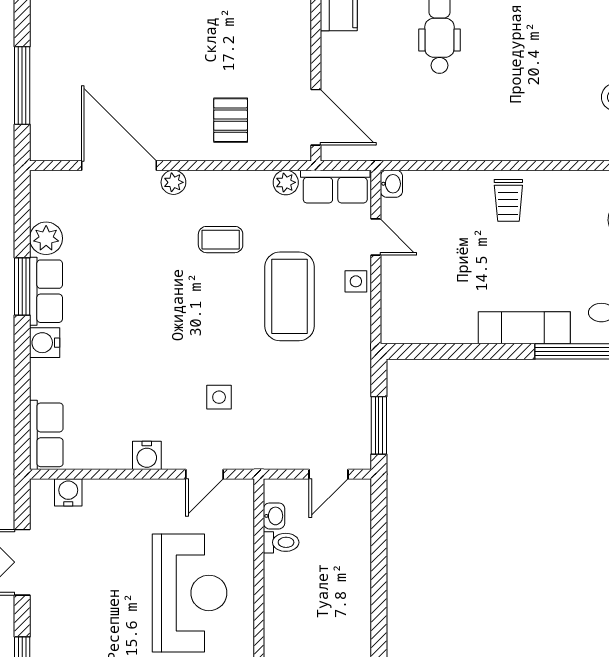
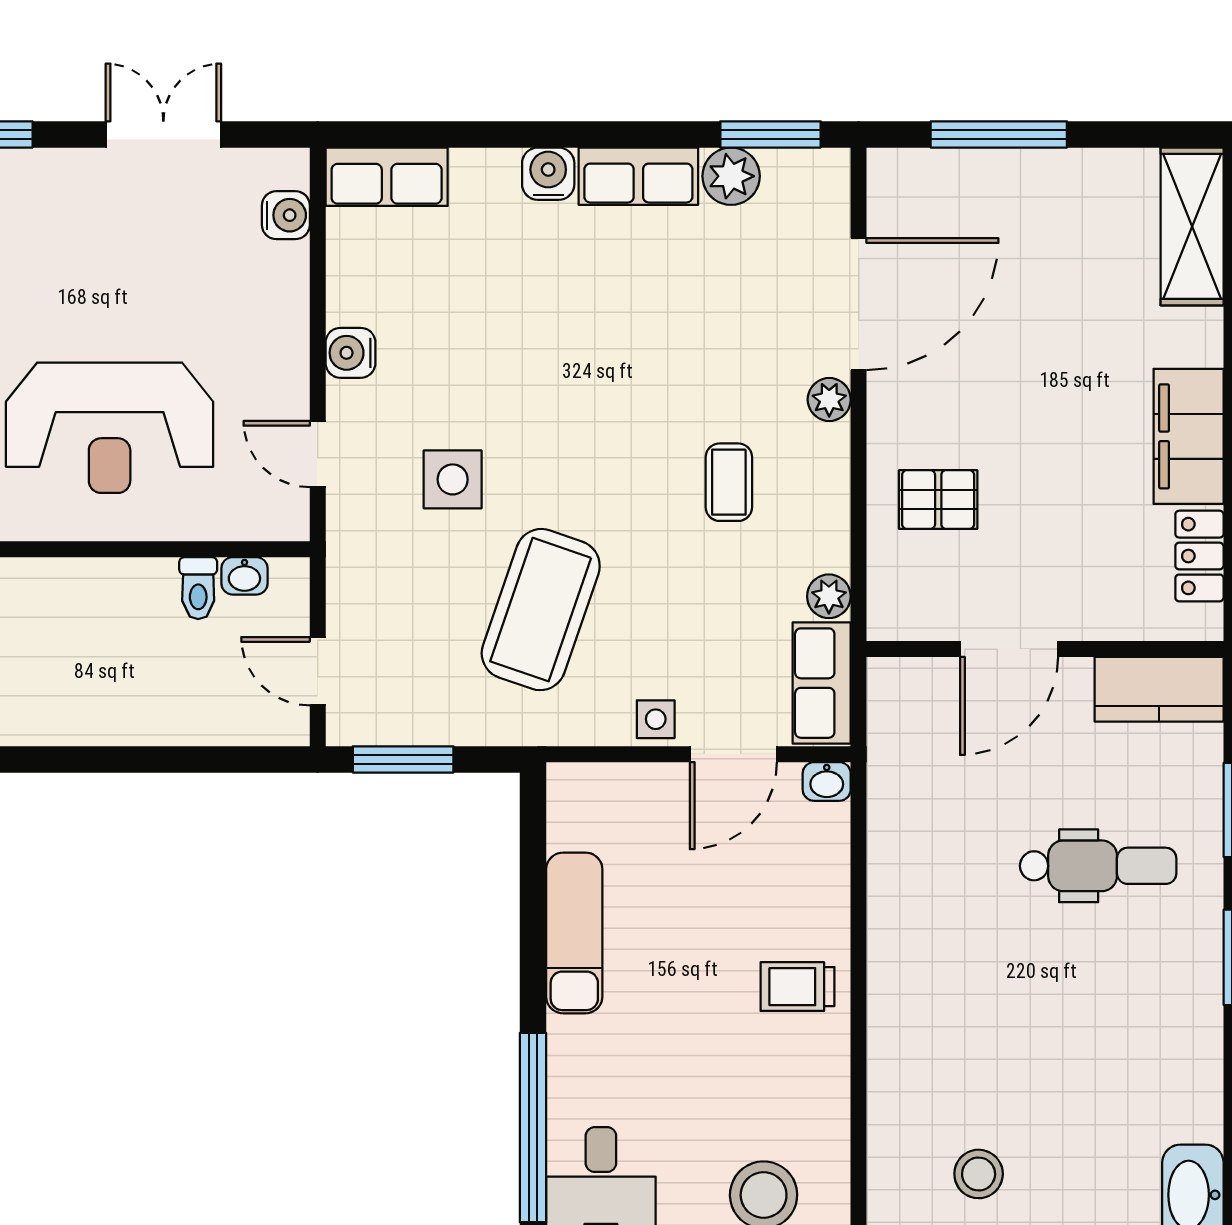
door: (316, 117) -> (1009, 649), moved
door: (376, 237) -> (733, 754), width x1.38
window: (22, 286) -> (771, 134), moved
coffee table: (289, 296) -> (541, 610), moved, turned -71
exam couch: (524, 328) -> (574, 933), moved
side table: (219, 397) -> (453, 479), width x1.37, depth x1.37

